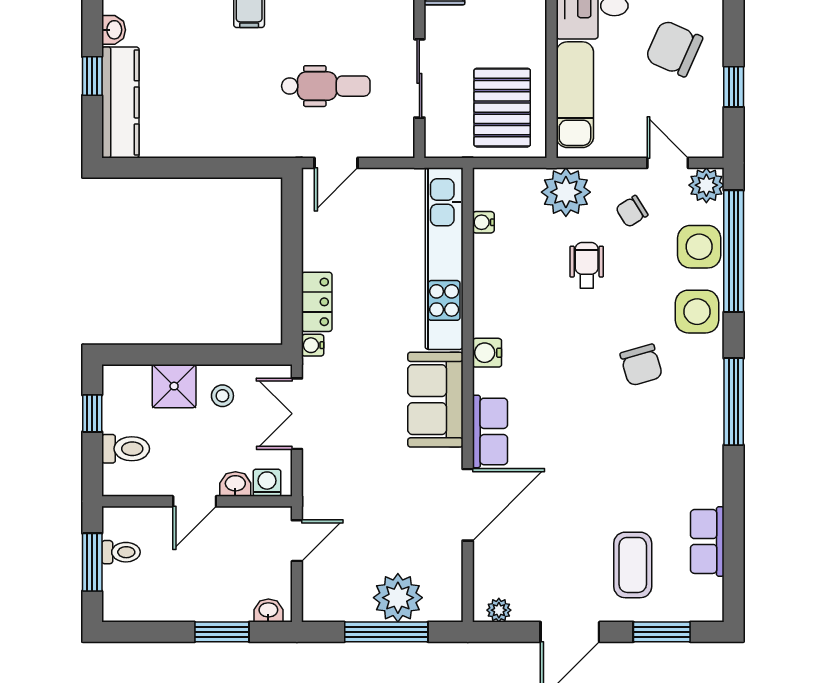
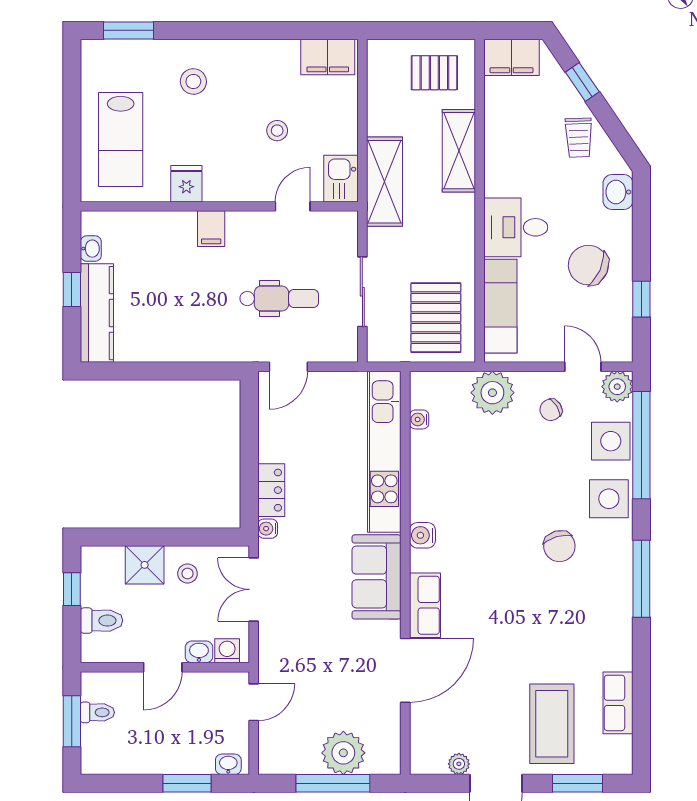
wheelchair: (587, 265) -> (511, 458), removed
coffee table: (633, 565) -> (552, 724), width x1.36, depth x1.32
plant: (499, 610) -> (459, 764), moved

